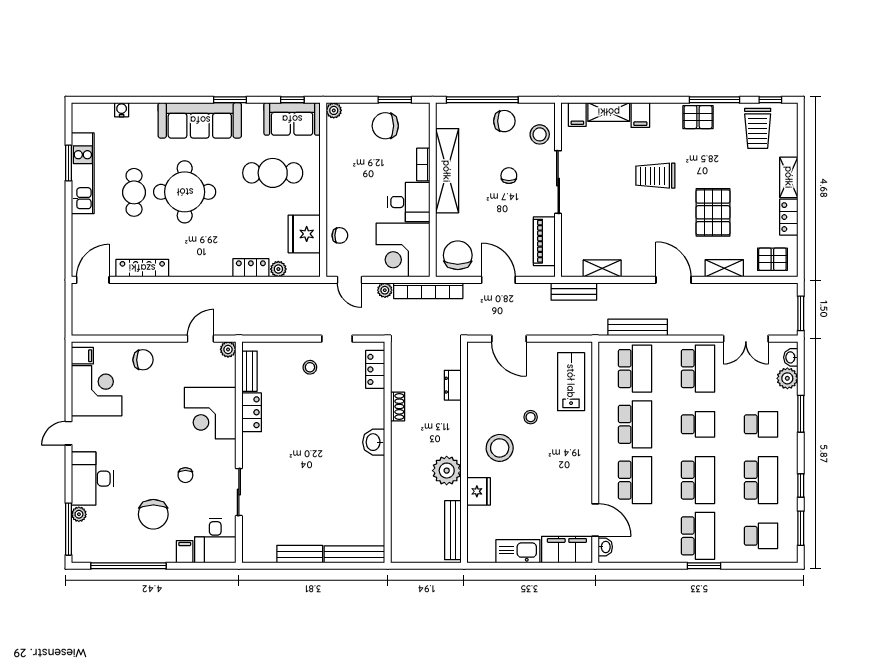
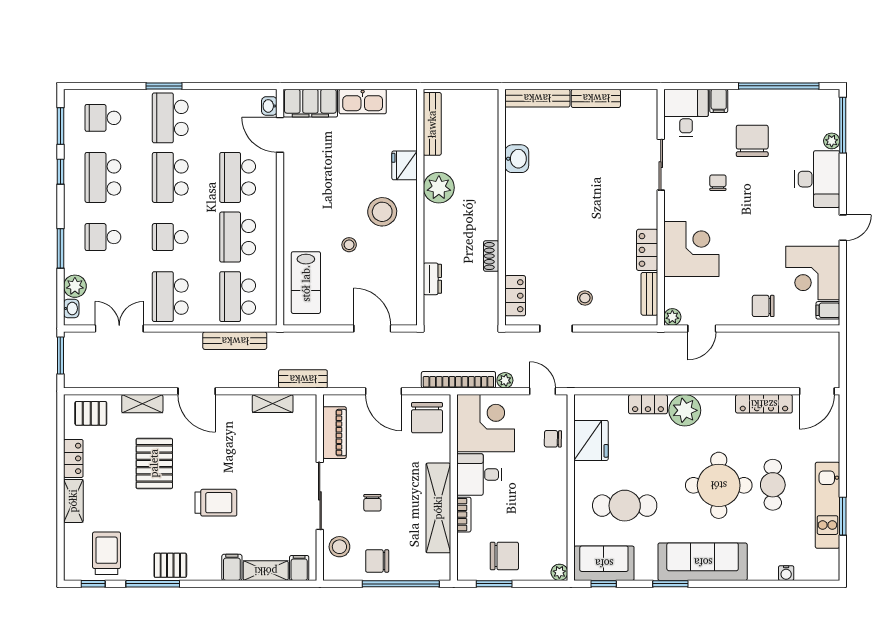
plant: (278, 269) -> (685, 410), moved, width x1.88, depth x1.88
washbasin: (374, 442) -> (517, 159), moved

